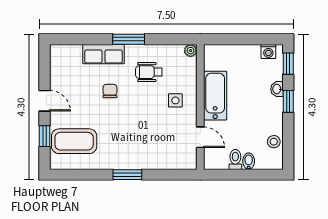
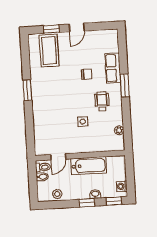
bathtub: (215, 96) -> (89, 166), moved
wall: (200, 107) -> (80, 156), moved
door: (200, 137) -> (58, 157), moved

